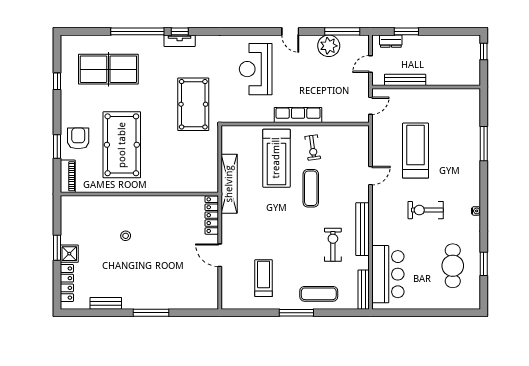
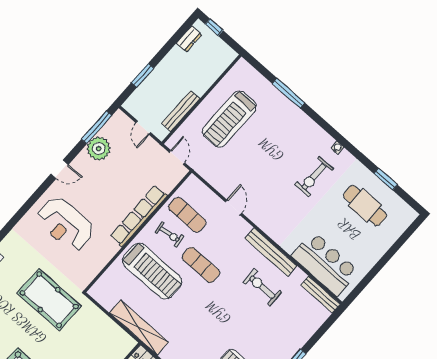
dresser: (391, 41) -> (189, 39), moved
row of seats: (298, 115) -> (139, 216), width x1.36
treadmill: (416, 151) -> (229, 119), moved, turned -90
exercise bike: (426, 210) -> (314, 177), moved
exercise mat: (319, 294) -> (187, 215), moved, turned 90

